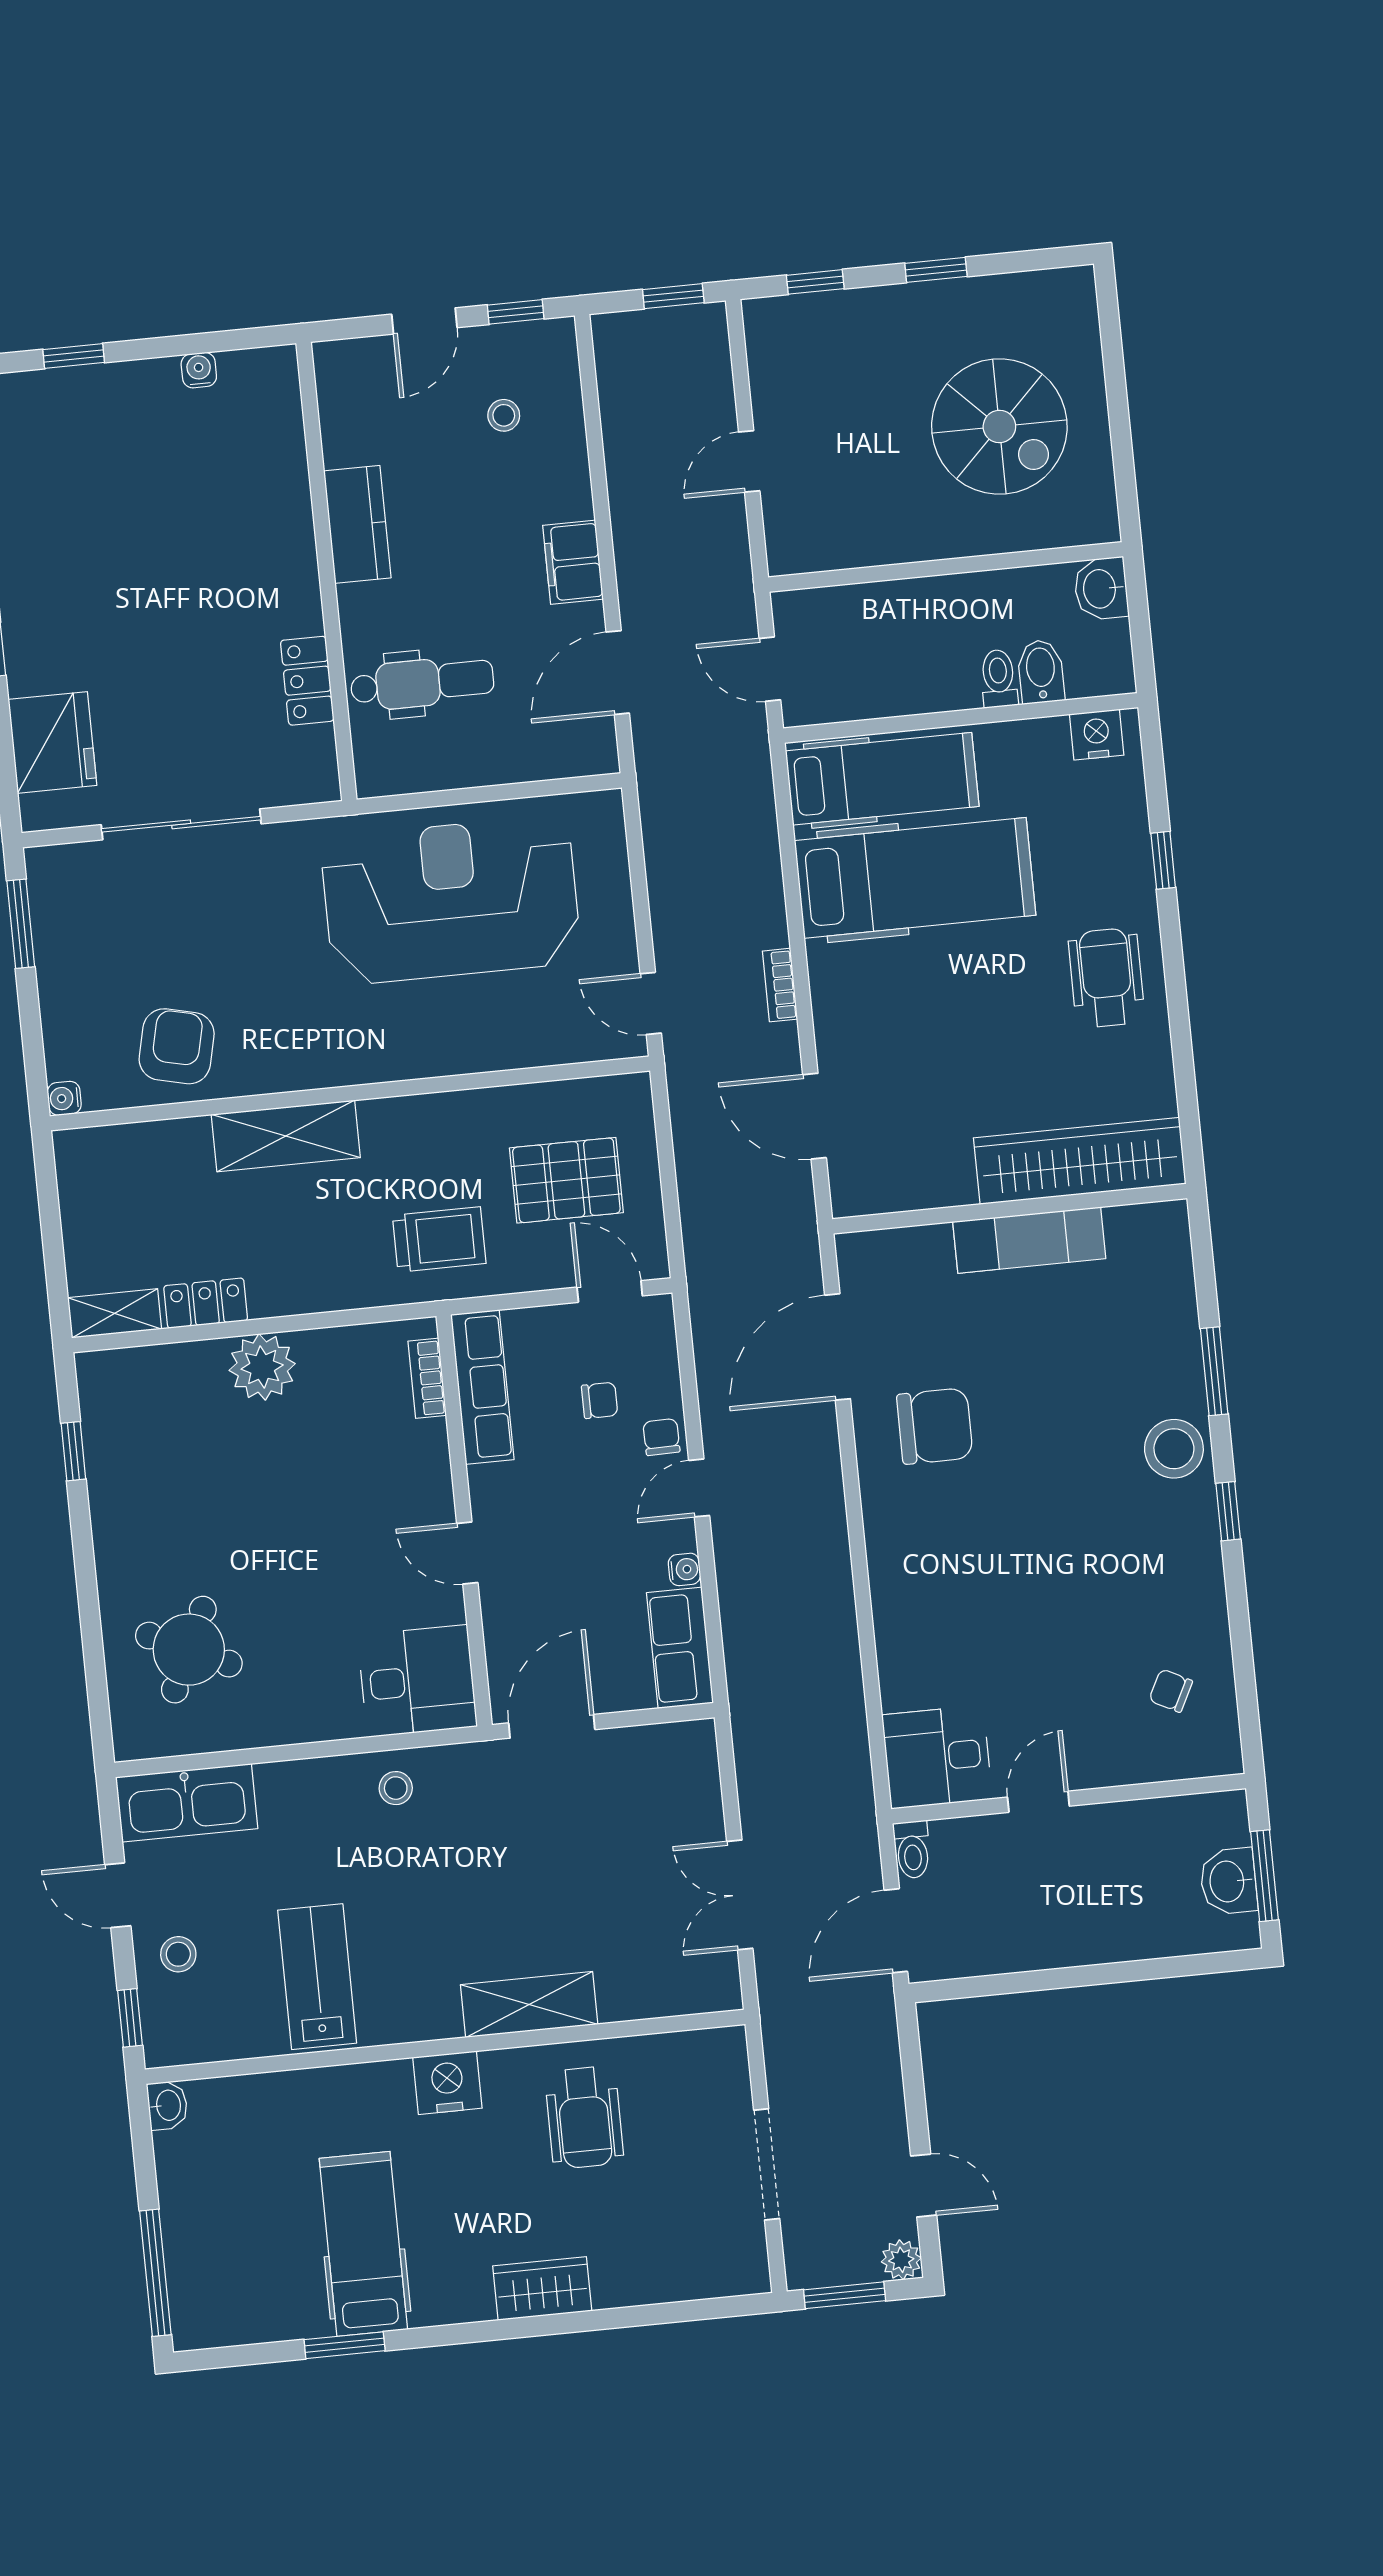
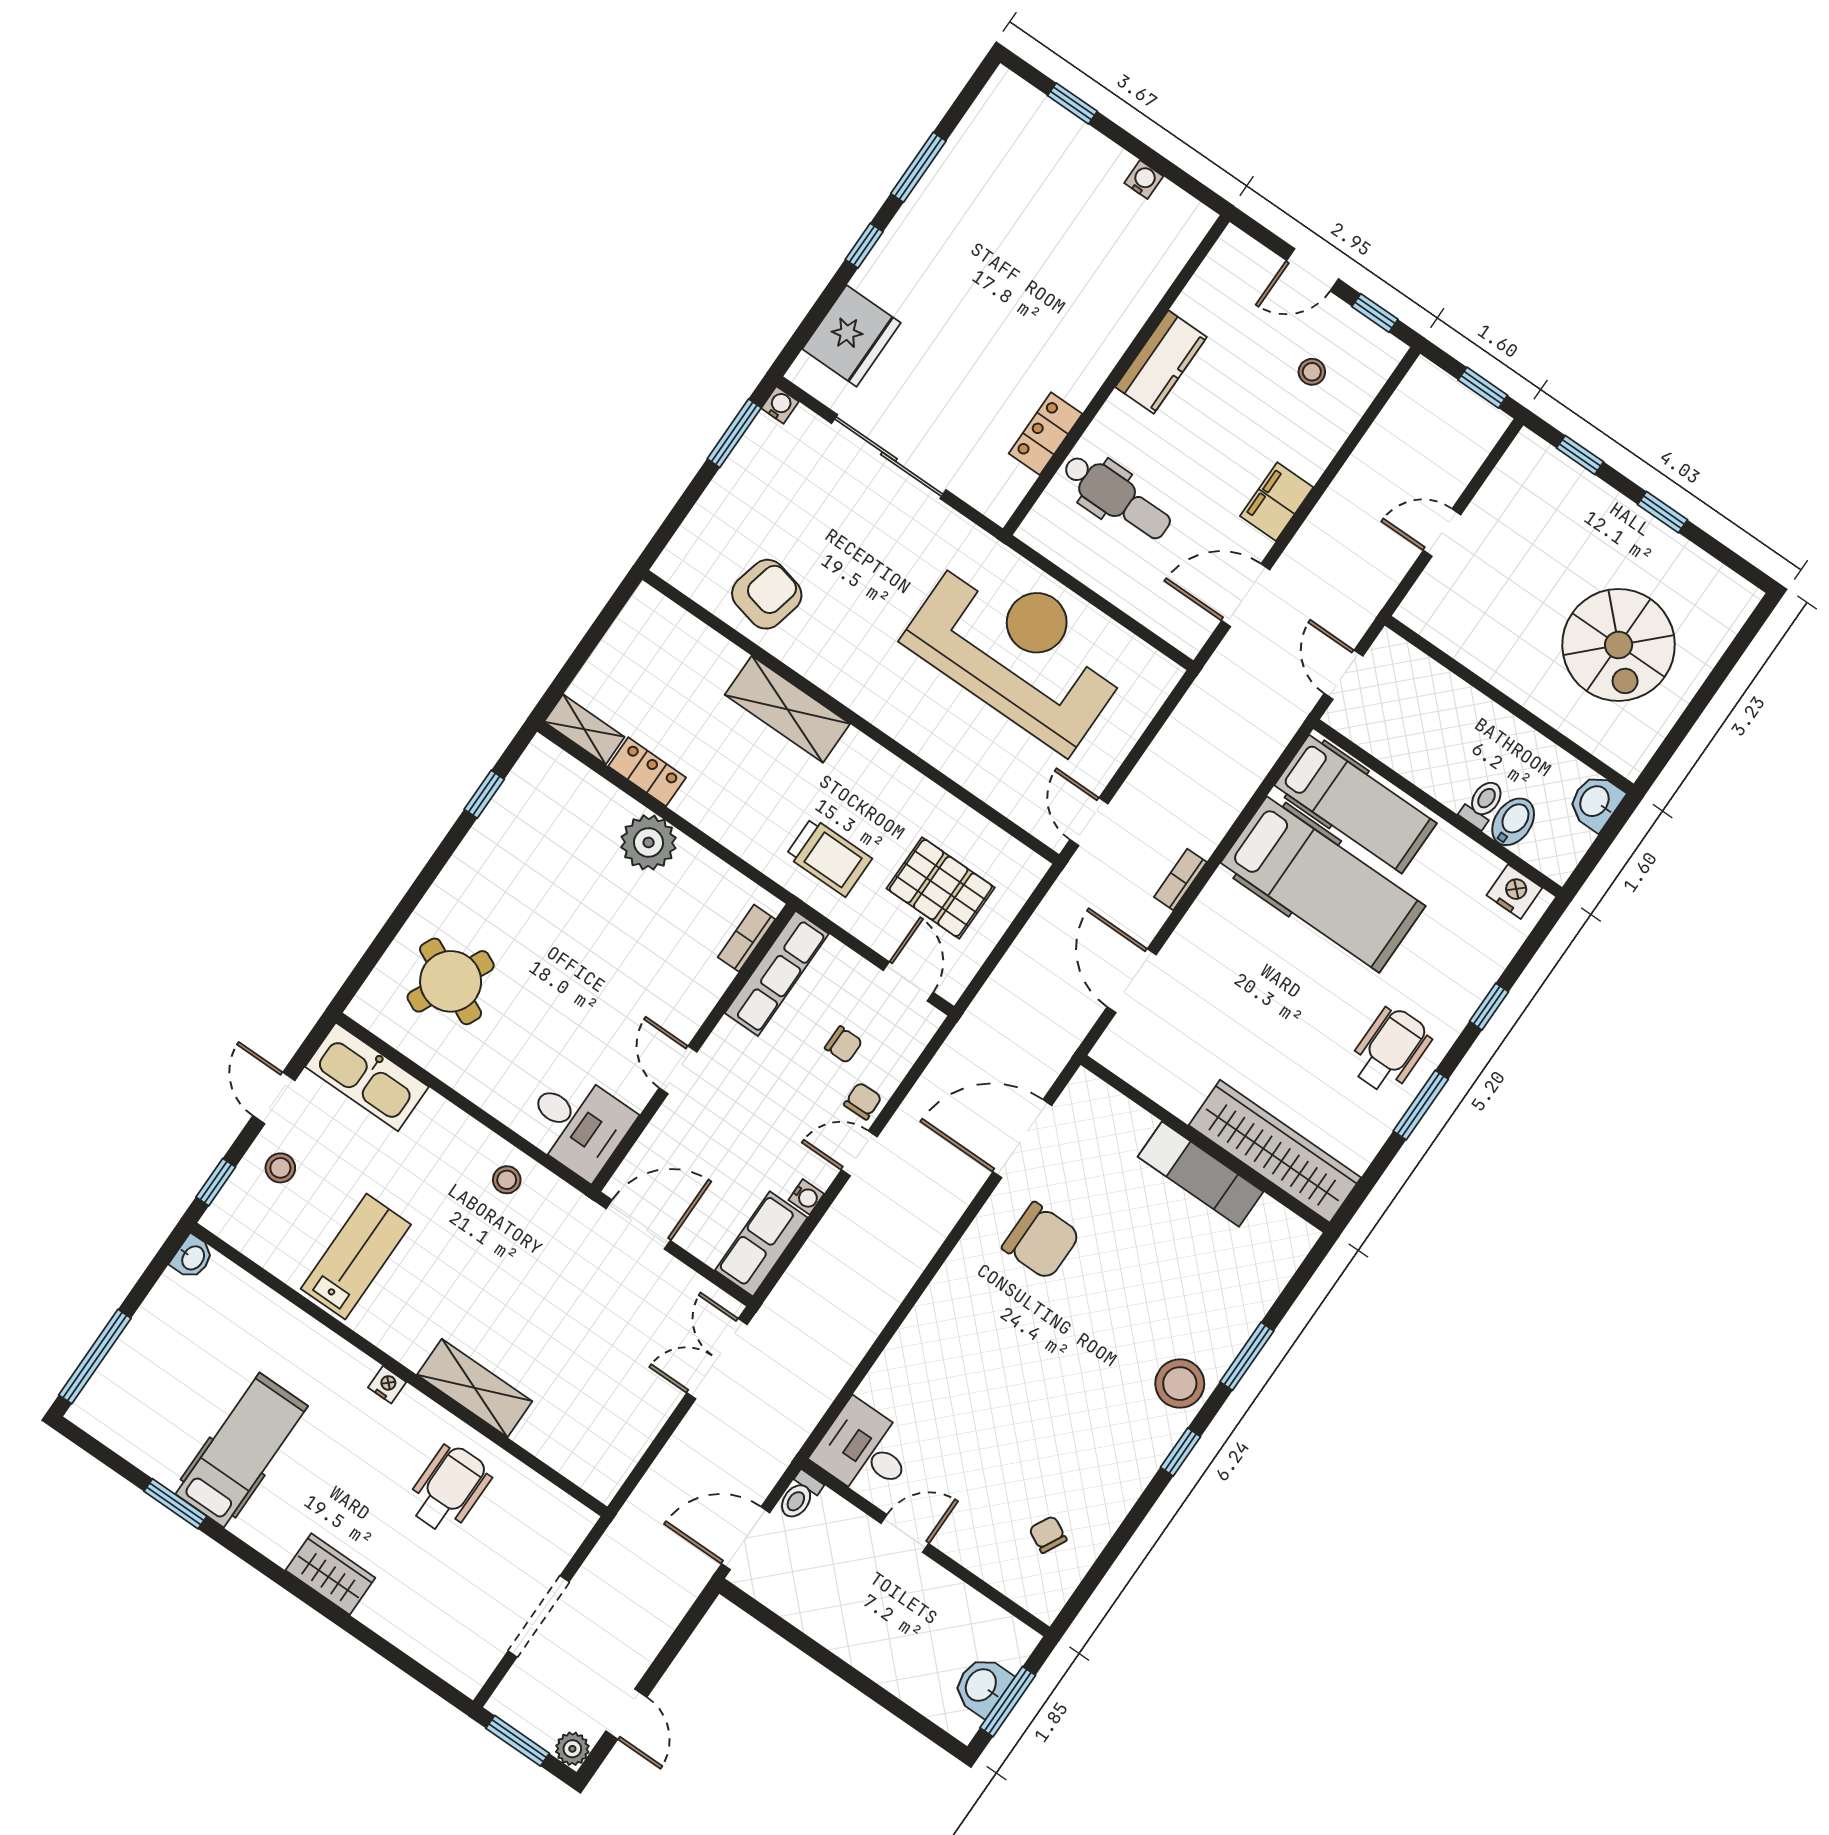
window: (1178, 1004) -> (1421, 1105), added
water cooler: (64, 1098) -> (780, 405), moved, turned 90
double door: (740, 1895) -> (717, 1359), moved
nightstand: (447, 2083) -> (387, 1385), width x0.53, depth x0.56
wheelchair: (584, 2117) -> (449, 1489), turned 180

